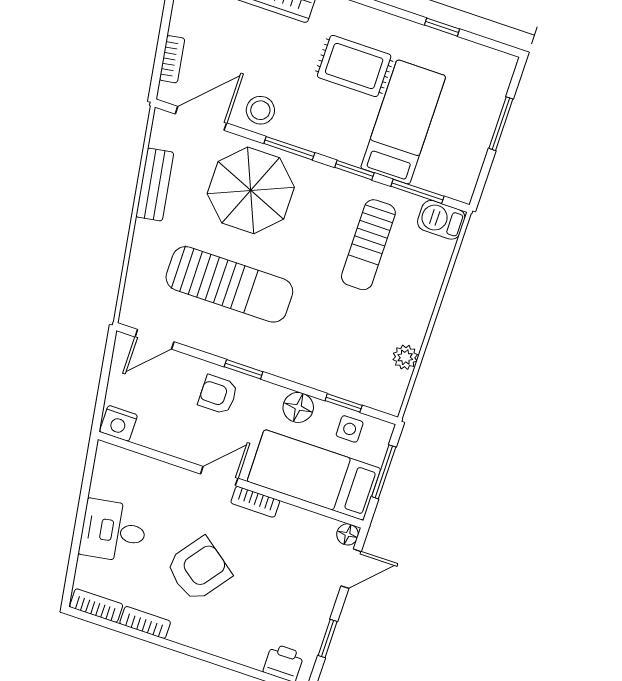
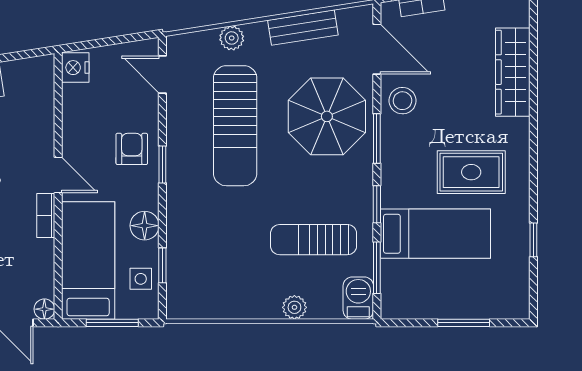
rug: (354, 66) -> (471, 172), turned 90
plant: (141, 259) -> (232, 38), added
plant: (405, 357) -> (294, 307), moved

